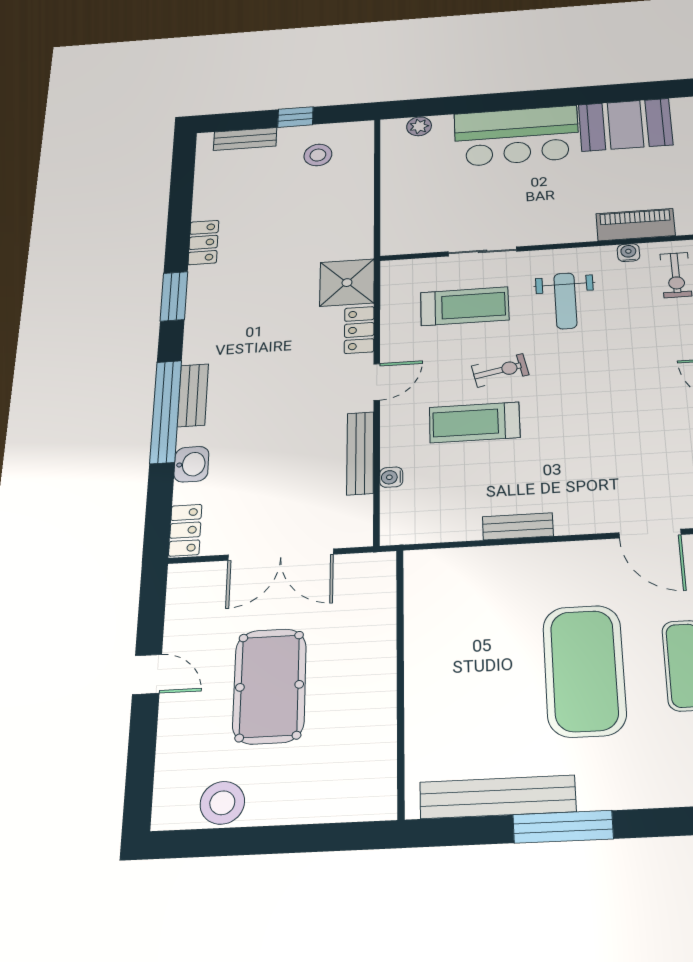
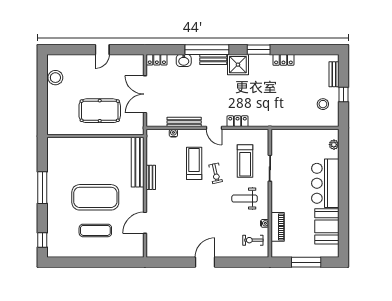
shower: (347, 283) -> (238, 65), moved
pool table: (270, 686) -> (100, 111), moved
bench: (498, 797) -> (138, 162), moved

